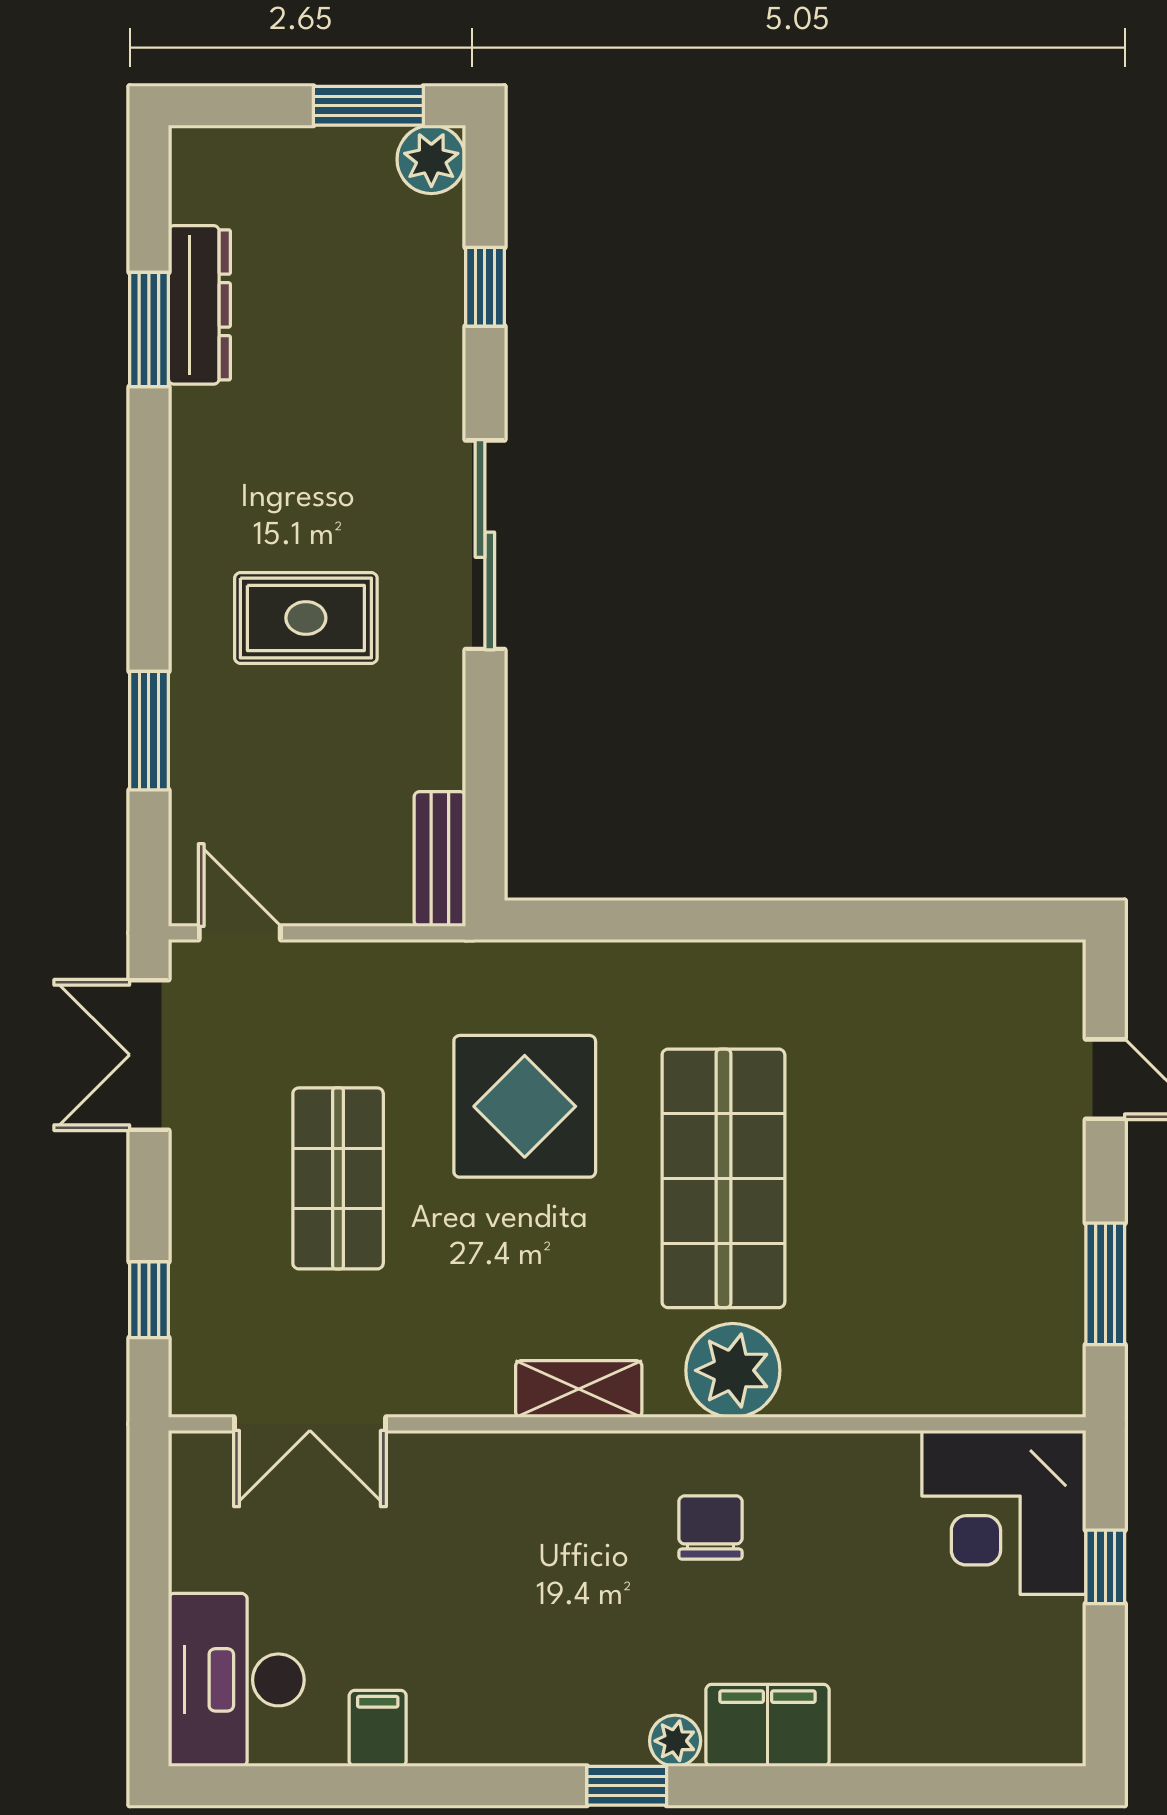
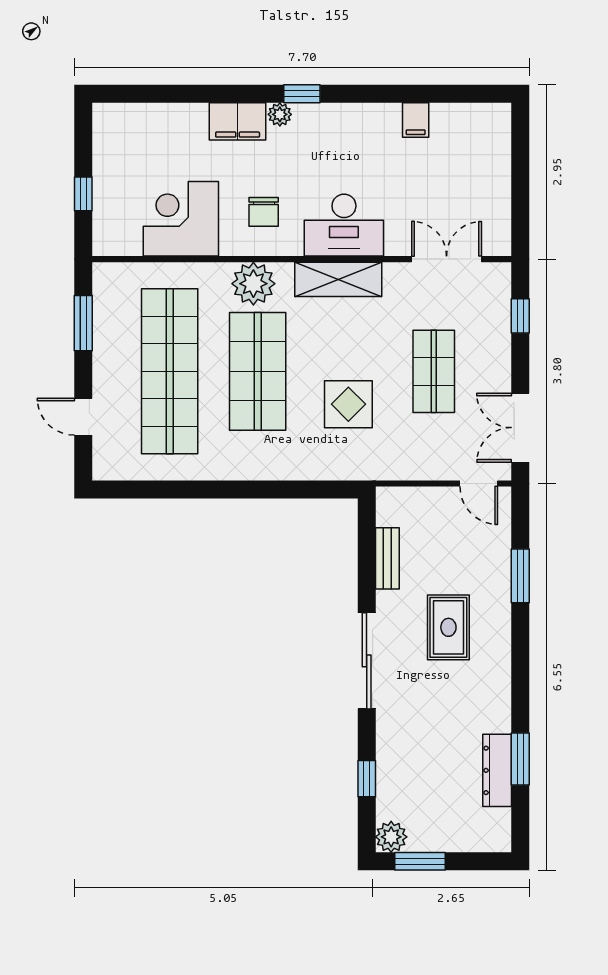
rug: (306, 618) -> (448, 627), turned 90
bench: (440, 859) -> (387, 558), moved
double door: (149, 1055) -> (520, 428), swing flipped
display table: (525, 1106) -> (348, 404), width x0.73, depth x0.73
shop shelf: (916, 1178) -> (170, 371), added
shelving: (579, 1389) -> (338, 279), width x1.50, depth x1.33
corner desk: (1004, 1512) -> (181, 219), moved, turned -90
desk: (236, 1680) -> (344, 225), moved, turned 90

